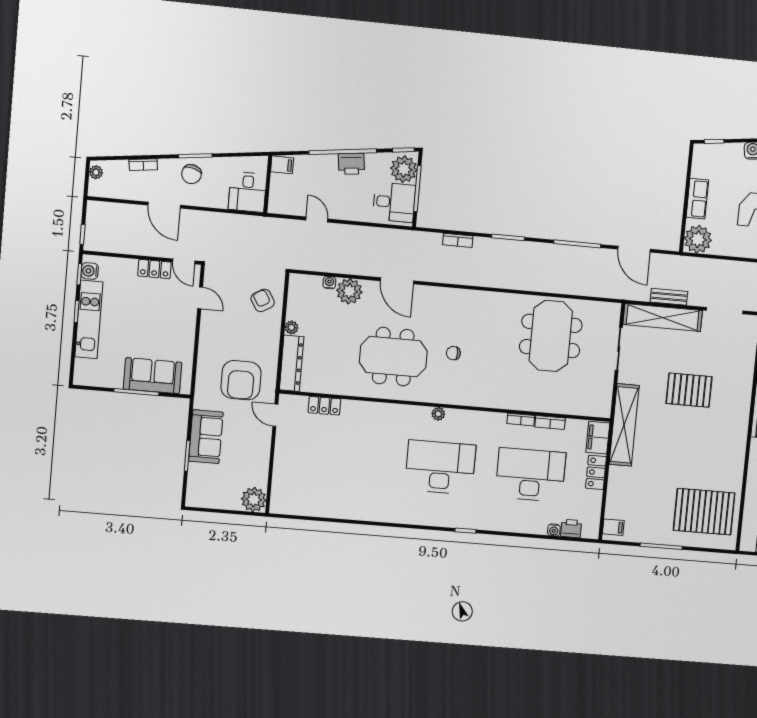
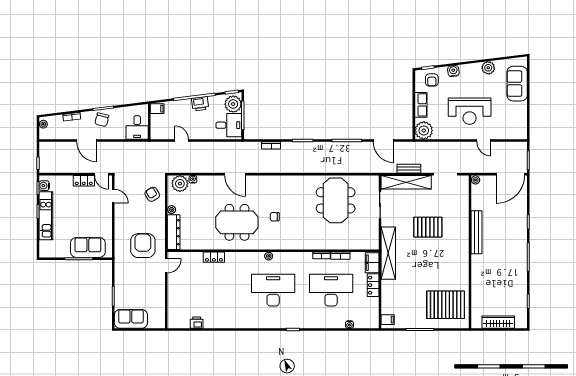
armchair: (718, 161) -> (432, 80), added
plant: (349, 291) -> (180, 184), moved
armchair: (241, 380) -> (143, 246), turned 180
locker: (324, 406) -> (214, 257), moved
door: (275, 415) -> (166, 266), swing flipped
sofa: (206, 437) -> (131, 319), moved, turned -90
plant: (254, 500) -> (157, 320), removed
printer: (571, 528) -> (197, 323), moved

